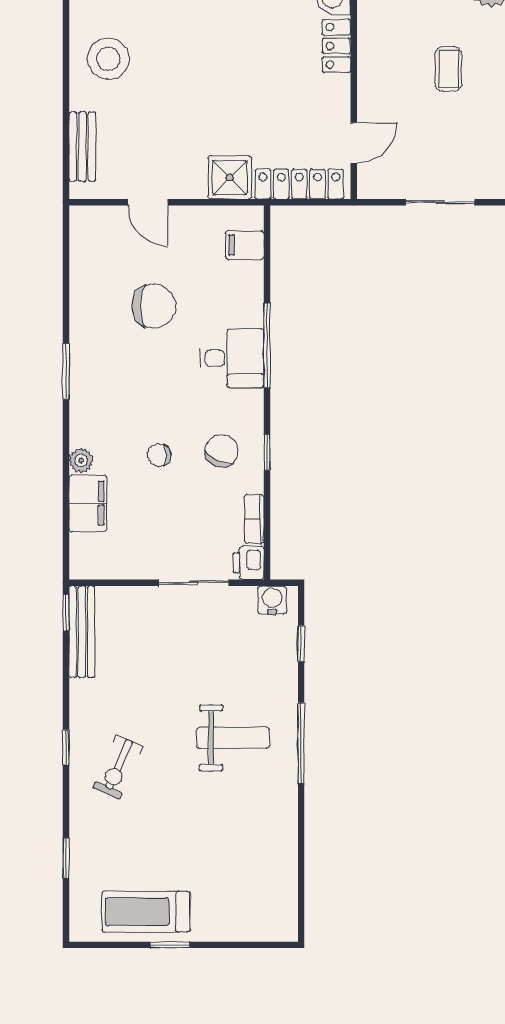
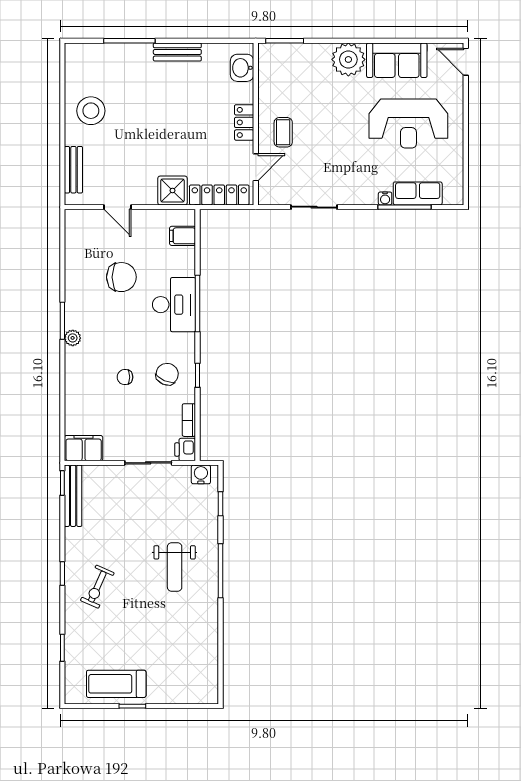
locker: (336, 46) -> (244, 122), moved
coffee table: (448, 69) -> (283, 132), moved
desk: (232, 358) -> (174, 305), width x1.37
plant: (81, 460) -> (73, 338), moved
filing cabinet: (88, 503) -> (84, 448), moved, turned -90
weight bench: (233, 738) -> (175, 567), turned 90

